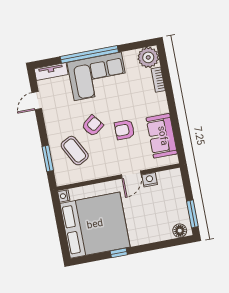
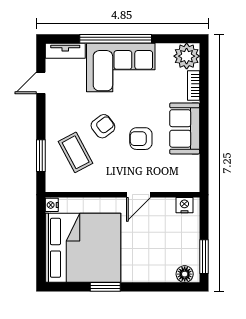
sofa: (162, 136) -> (185, 128), moved
nightstand: (150, 180) -> (184, 205), moved
window: (119, 253) -> (105, 287), width x1.50

